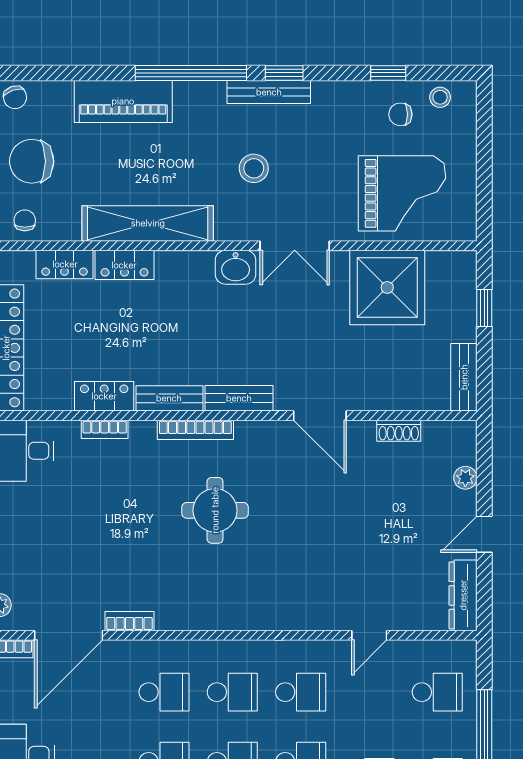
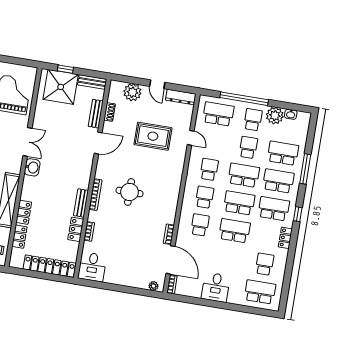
shower: (387, 287) -> (61, 87), moved
bench: (239, 398) -> (96, 114), moved
plant: (465, 478) -> (132, 92), width x1.87, depth x1.87
rug: (358, 544) -> (153, 136), added
school desk: (437, 692) -> (218, 114), width x1.85

